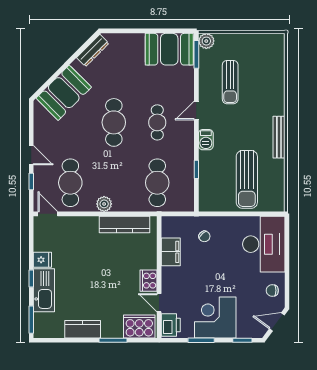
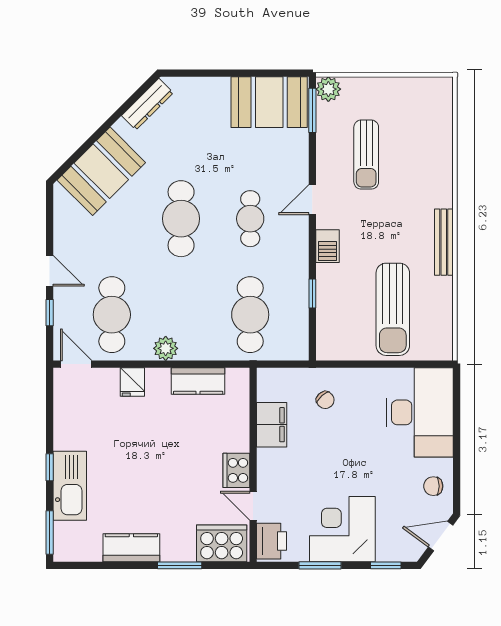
kitchen counter: (125, 224) -> (198, 381), width x0.67
fridge: (42, 260) -> (132, 382), moved, turned 90

